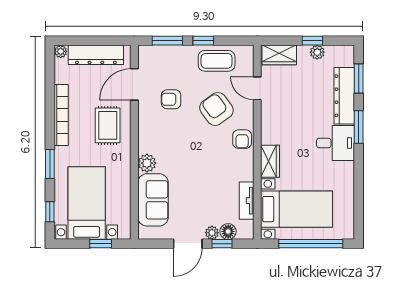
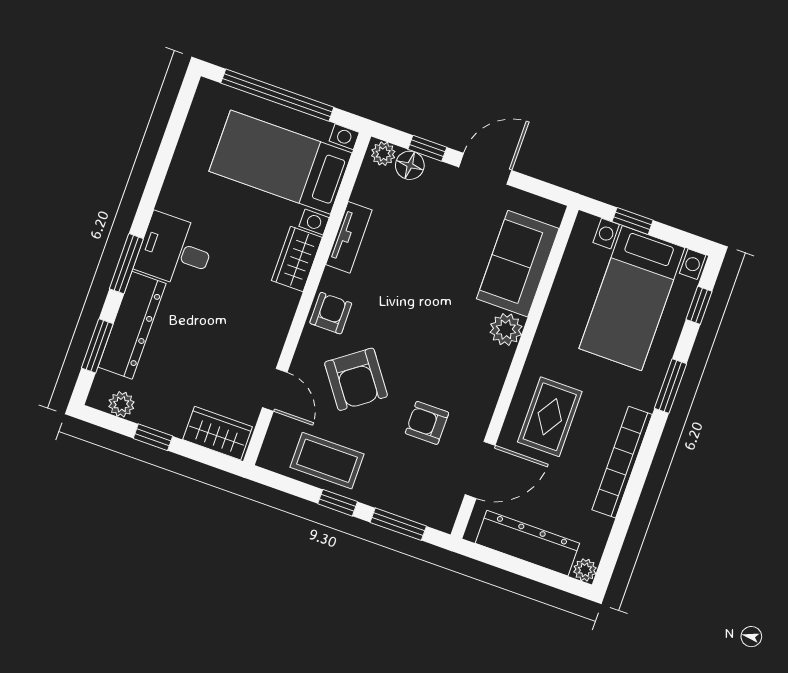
plant: (317, 52) -> (121, 404), moved
armchair: (171, 99) -> (427, 423), turned 180
tv unit: (247, 201) -> (349, 237), moved
plant: (212, 233) -> (383, 154), moved

